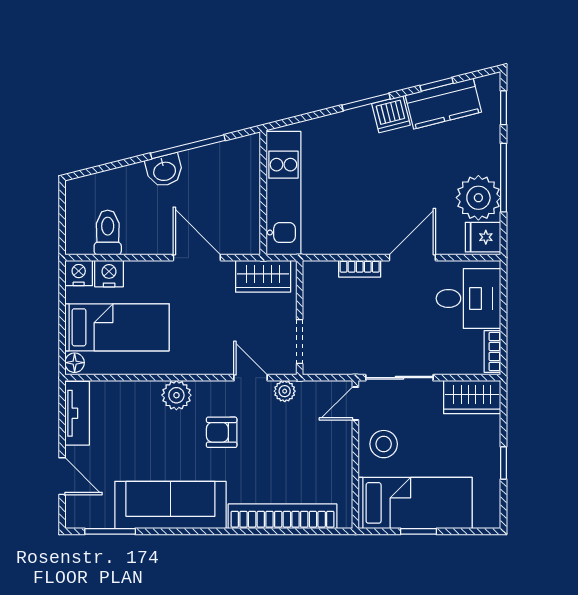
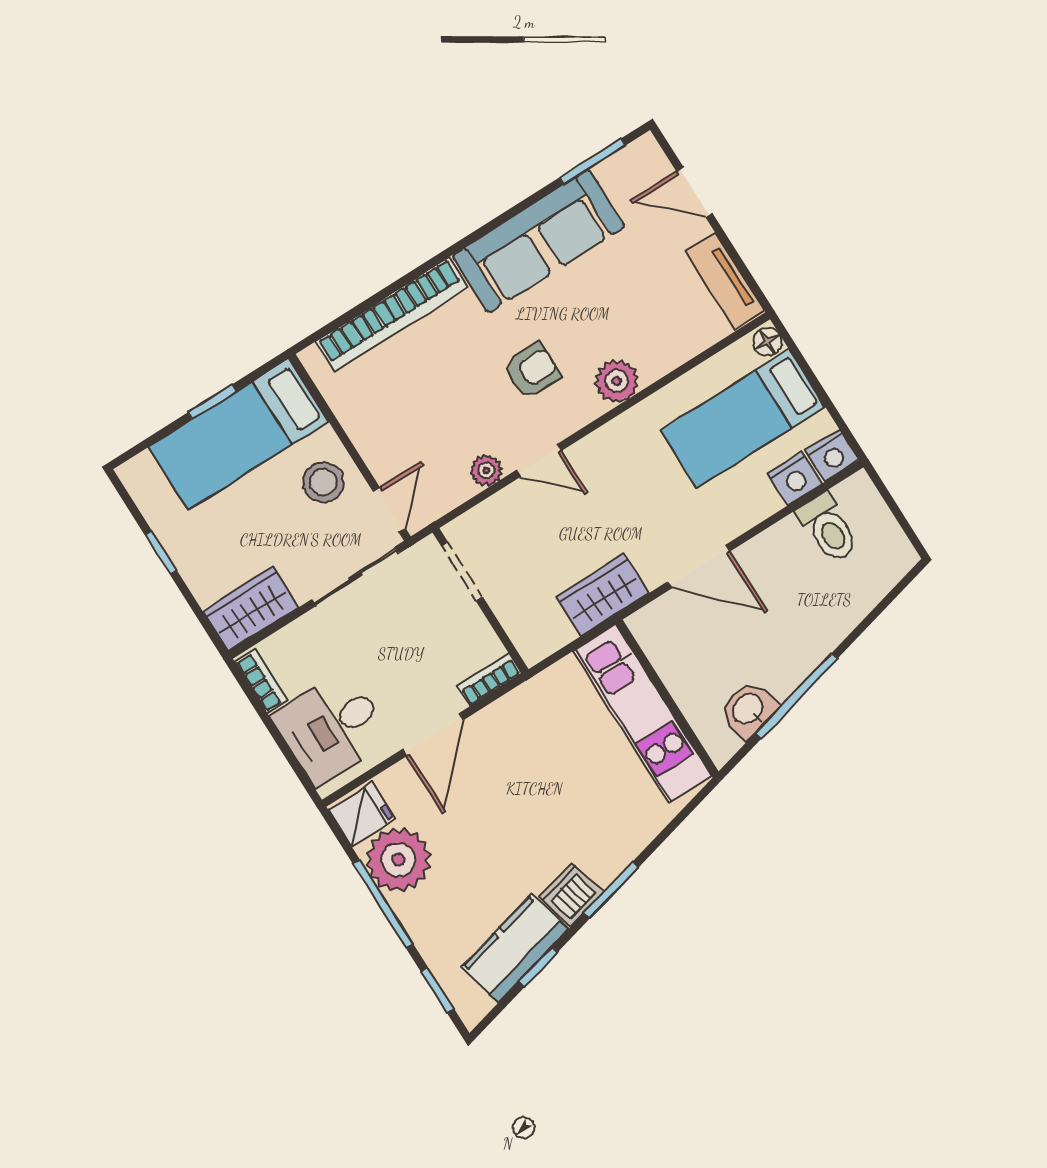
washbasin: (164, 170) -> (748, 710), moved
wall: (300, 318) -> (481, 601), moved
doorway: (300, 341) -> (462, 571), moved

